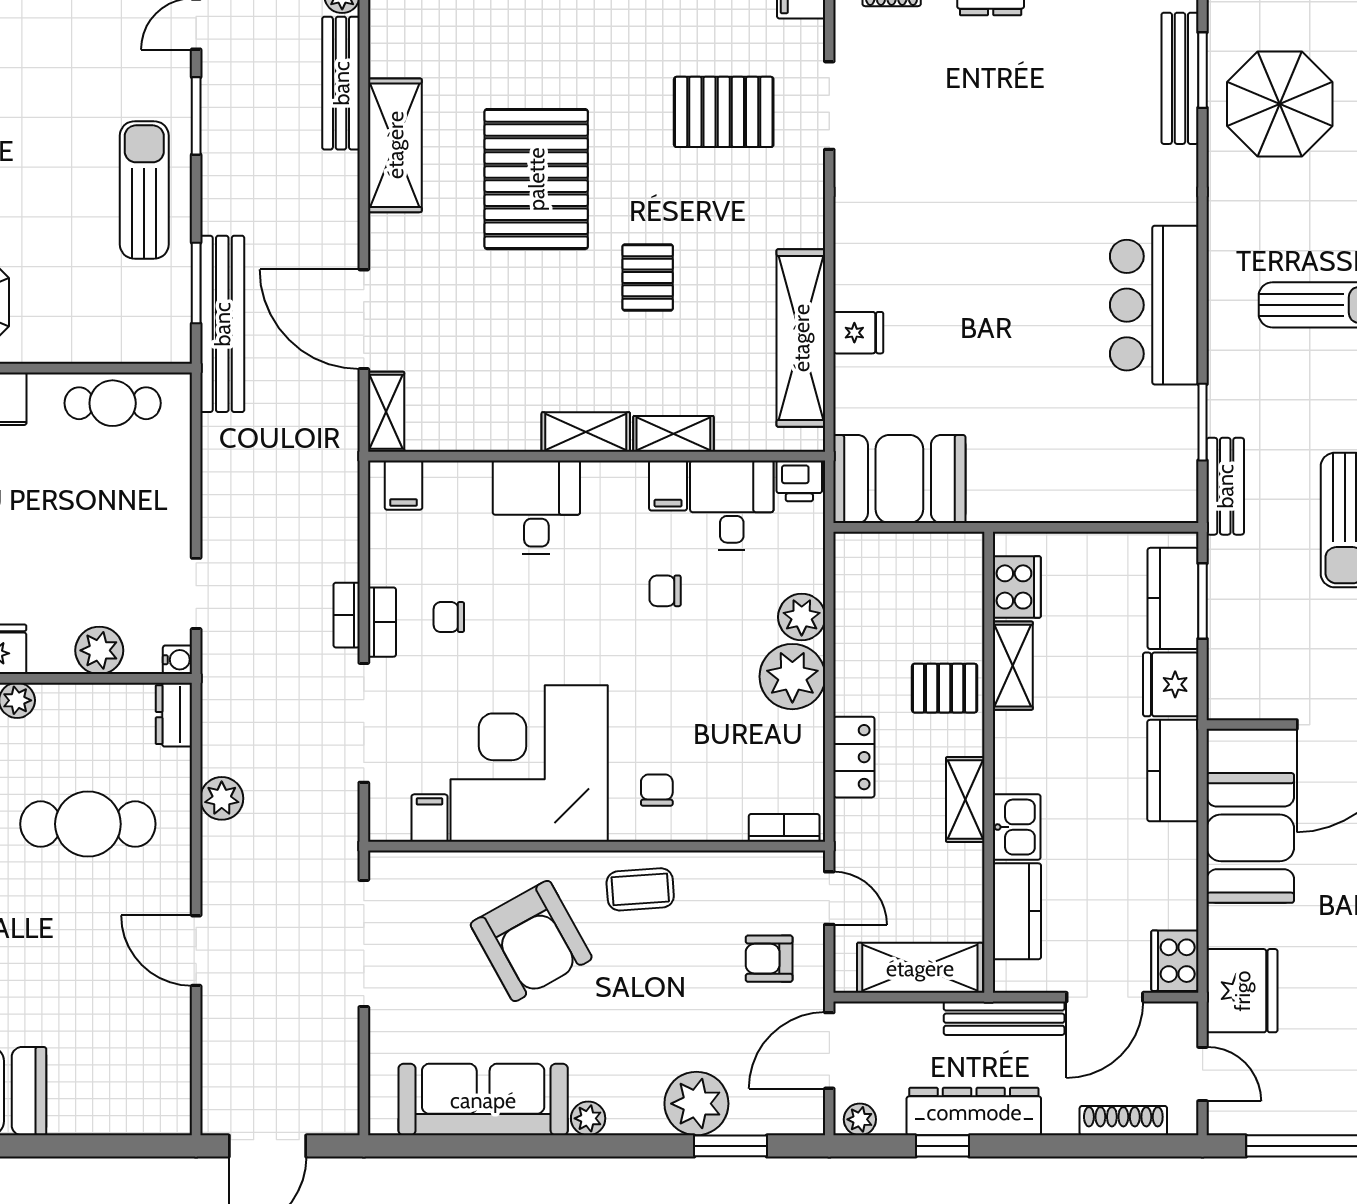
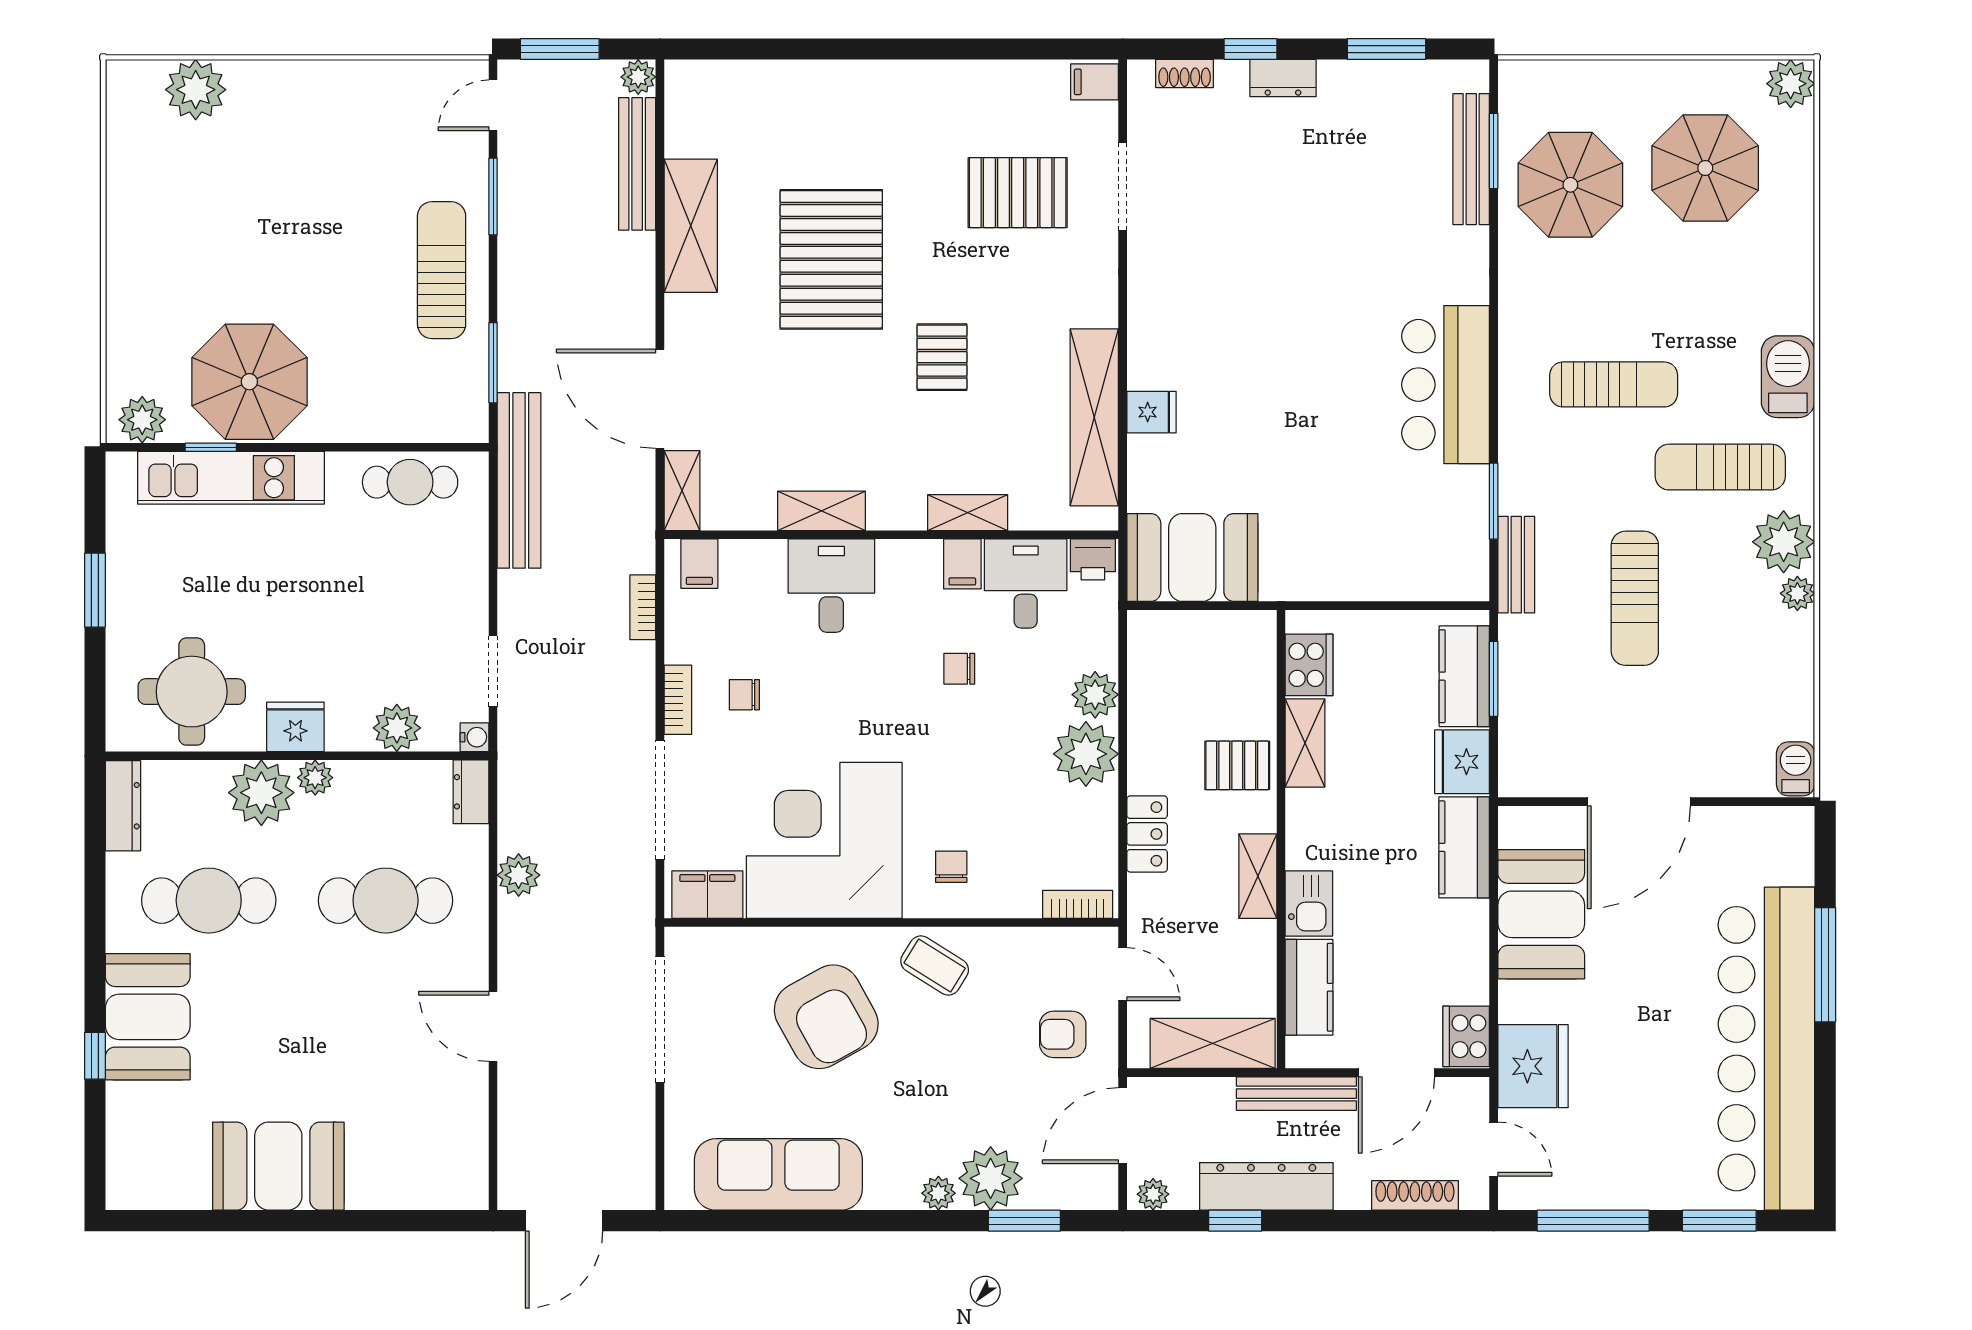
bench: (222, 324) -> (519, 480), moved
shelving: (586, 432) -> (822, 511), moved
bookcase: (347, 615) -> (643, 607), moved
filing cabinet: (429, 818) -> (707, 895), width x2.00
coffee table: (640, 889) -> (935, 965), turned 36
plant: (588, 1118) -> (938, 1193), moved

